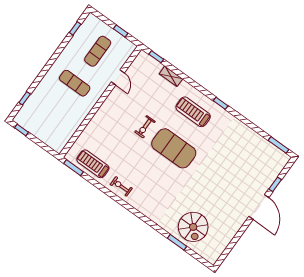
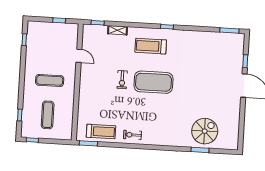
exercise mat: (98, 51) -> (48, 115), moved
treadmill: (93, 164) -> (101, 132), turned 180
spiral stairs: (193, 227) -> (205, 131), turned -90

